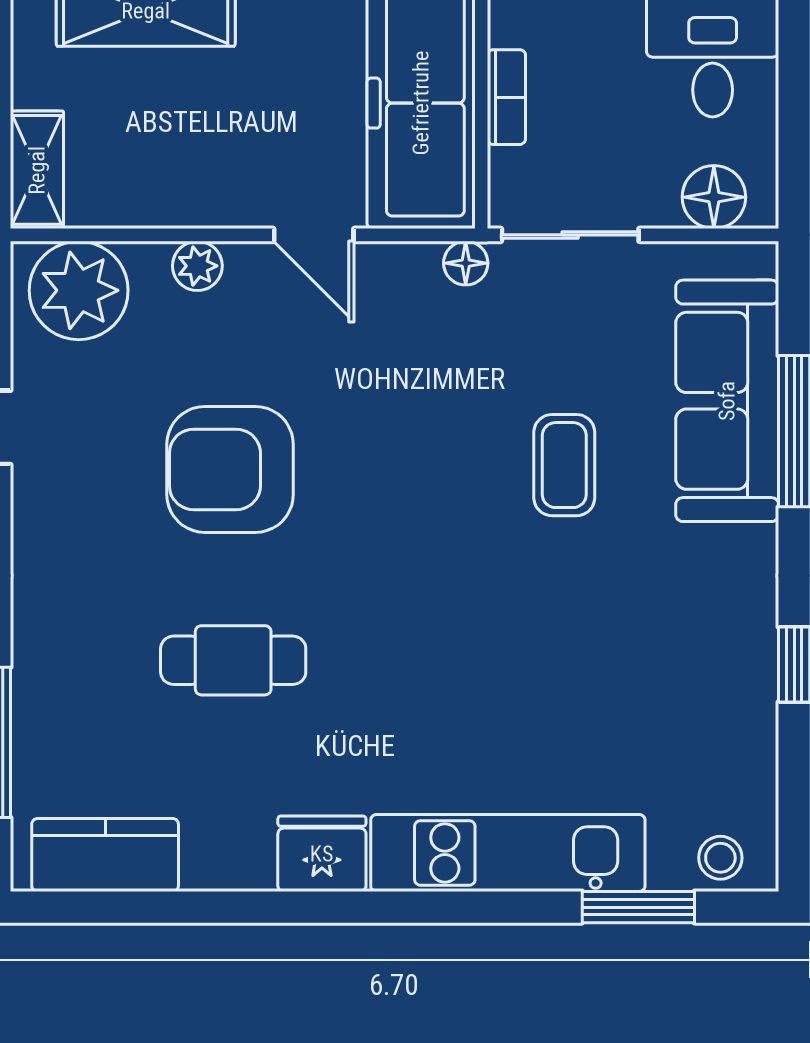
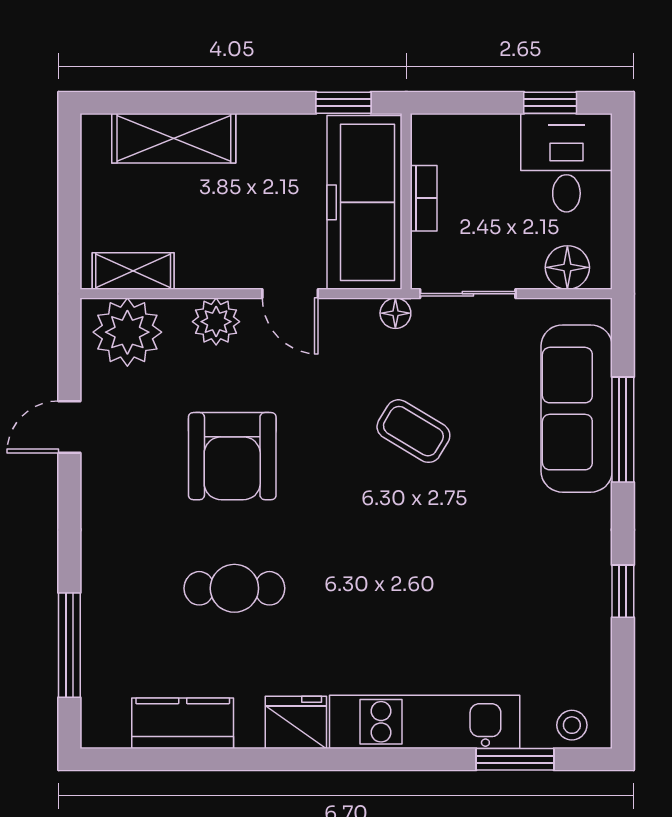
shelving: (37, 170) -> (133, 271), moved, turned 90
plant: (197, 266) -> (216, 322), width x1.38, depth x1.38
coffee table: (564, 465) -> (413, 431), moved, turned -59
armchair: (230, 469) -> (232, 456), turned -90
kitchen counter: (105, 855) -> (183, 723), moved

